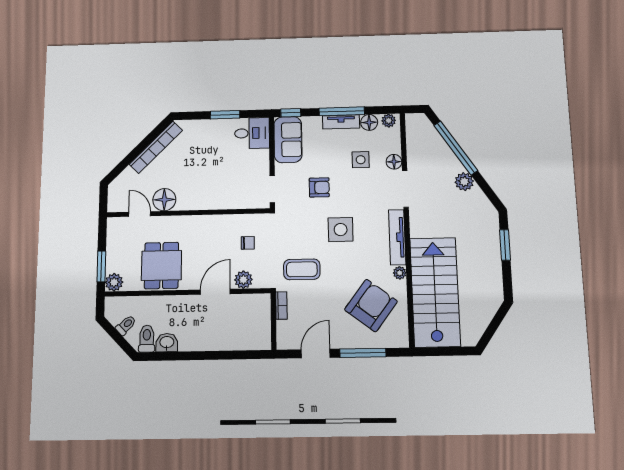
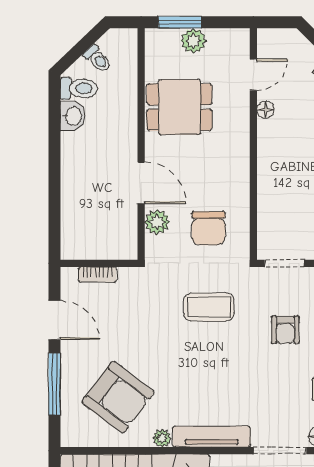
floor lamp: (164, 200) -> (266, 110), width x0.53, depth x0.53
side table: (341, 230) -> (224, 358), removed
chair: (248, 243) -> (209, 228), width x1.87, depth x1.87
coffee table: (302, 269) -> (209, 307), moved, turned 90
plant: (114, 282) -> (193, 41), moved
bookcase: (281, 306) -> (97, 274), moved

